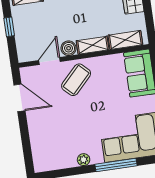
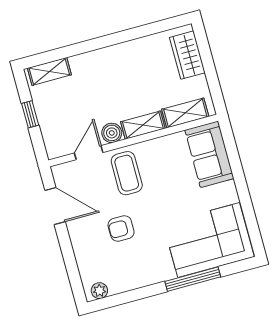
coffee table: (76, 80) -> (127, 173), turned -44
armchair: (67, 121) -> (121, 228), added
plant: (84, 160) -> (99, 291), moved

